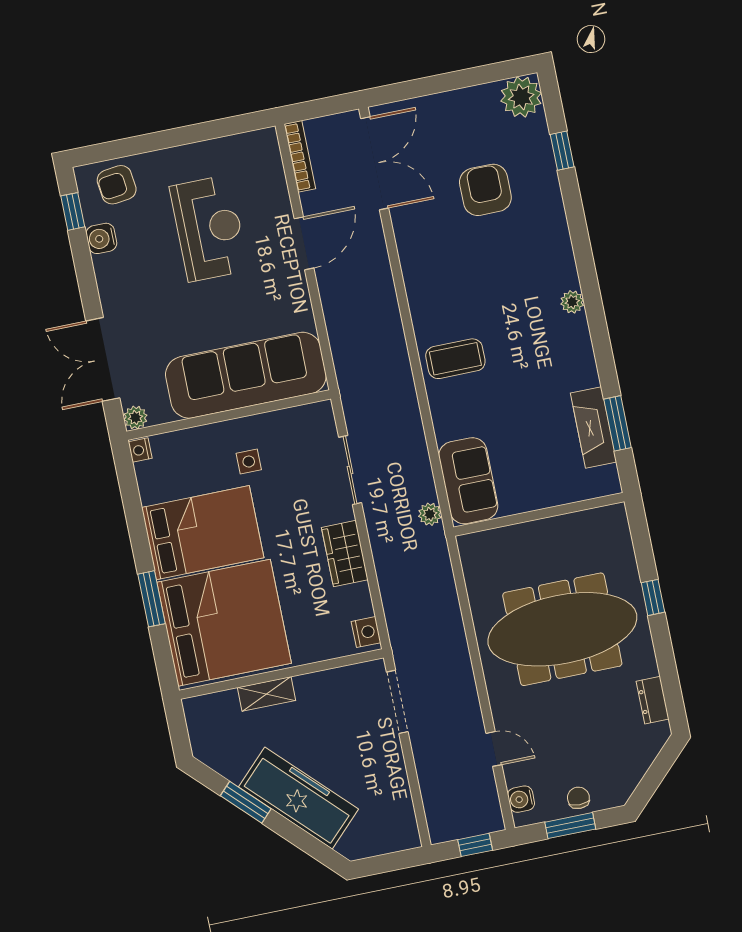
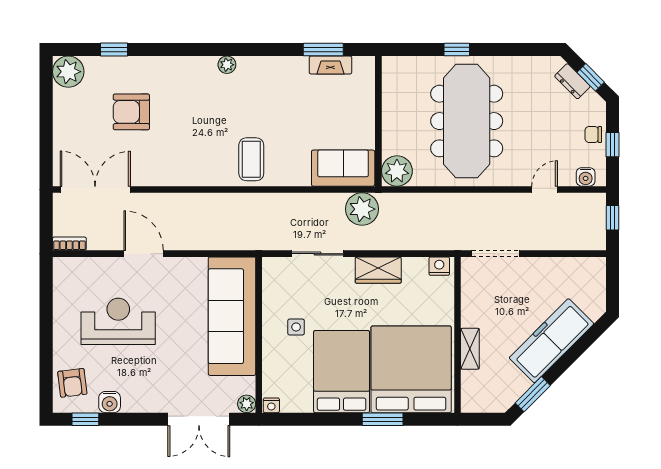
bookcase: (300, 156) -> (69, 244), width x0.64
fireplace: (594, 427) -> (330, 65), width x0.73, depth x0.76
plant: (430, 514) -> (362, 209), width x1.88, depth x1.88
plant: (479, 552) -> (397, 171), added
dresser: (653, 700) -> (572, 81), moved, turned 45
window: (652, 779) -> (591, 77), added
window: (246, 802) -> (533, 394), moved
window: (570, 826) -> (612, 145), width x0.67

